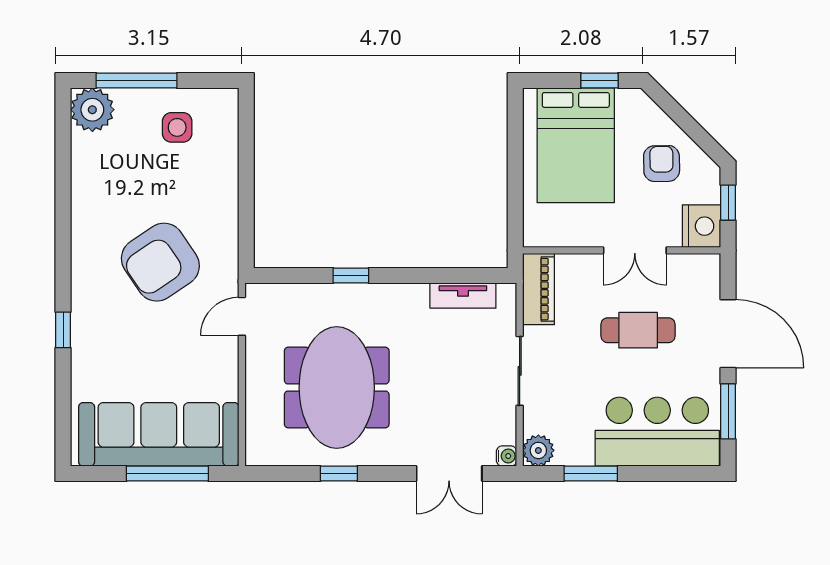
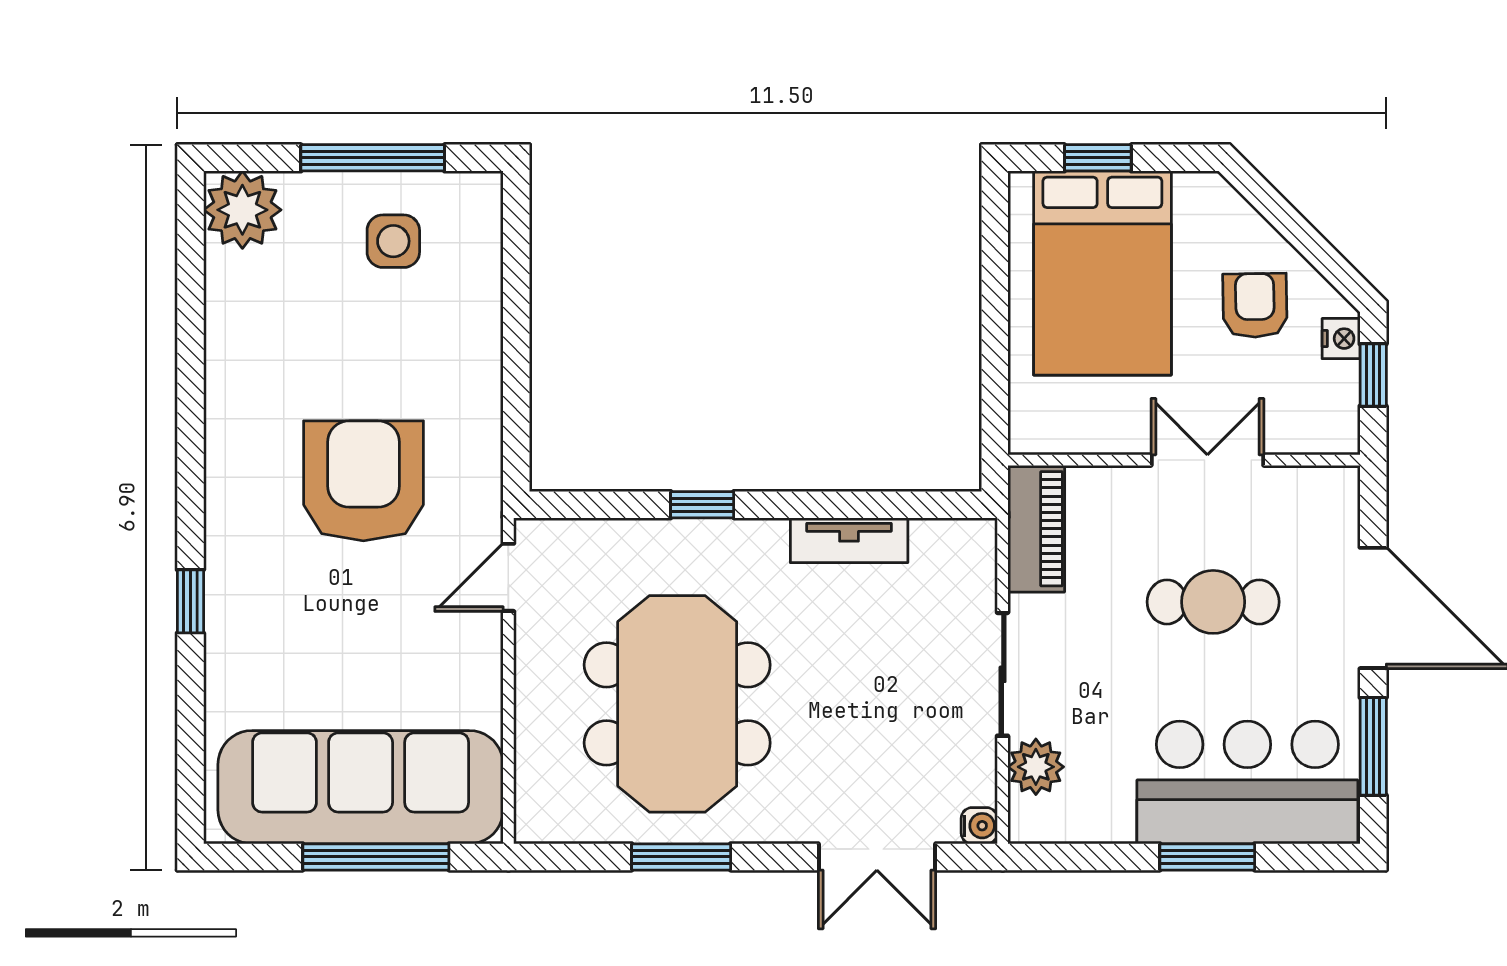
window: (137, 81) -> (373, 158), moved
window: (599, 81) -> (1098, 158), moved
nightstand: (701, 226) -> (1341, 339), moved, width x0.53, depth x0.56
double door: (635, 250) -> (1207, 460), swing flipped
armchair: (160, 262) -> (363, 481), turned 124
tv unit: (463, 296) -> (849, 540), moved
plant: (538, 450) -> (1036, 767), moved
window: (339, 474) -> (681, 857), width x1.50
window: (591, 474) -> (1207, 857), moved

